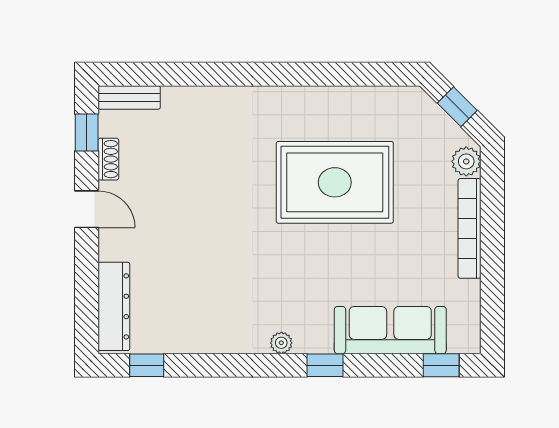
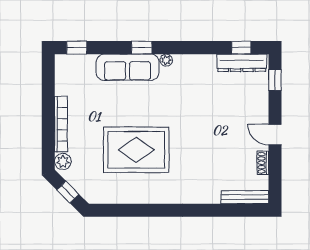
bench: (129, 97) -> (245, 197), width x1.36
window: (87, 133) -> (275, 80), moved
dresser: (114, 306) -> (242, 63), moved, turned -90
sofa: (390, 330) -> (128, 67), moved

